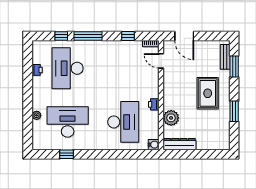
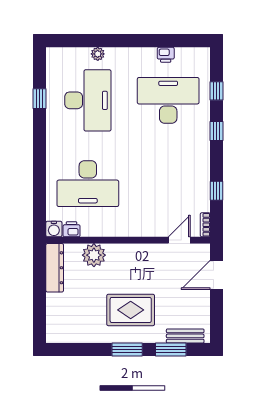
window: (88, 36) -> (216, 131), width x0.46
printer: (154, 104) -> (72, 229), moved
window: (234, 111) -> (127, 350), moved

